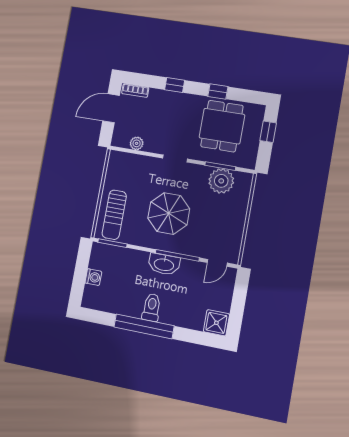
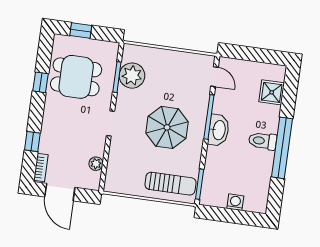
window: (175, 85) -> (32, 141), moved
shower: (216, 323) -> (272, 92), moved

